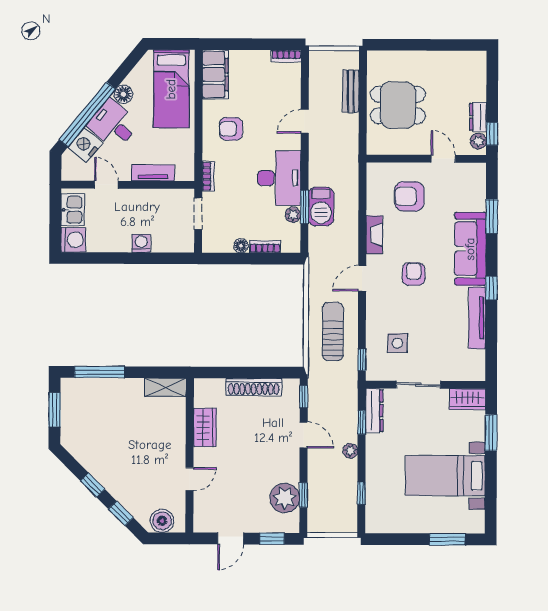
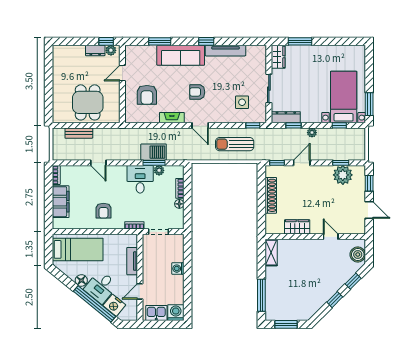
filing cabinet: (215, 75) -> (61, 202), moved, turned 90
desk: (279, 178) -> (140, 179), width x0.73
bed with nightstands: (445, 476) -> (344, 97), moved, turned 180
window: (447, 539) -> (369, 104), moved

